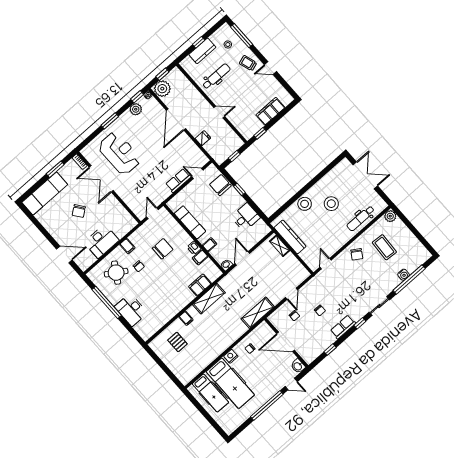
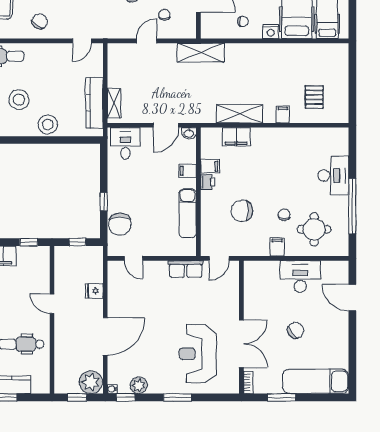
row of seats: (178, 181) -> (186, 269), moved
desk: (246, 217) -> (125, 143), moved, turned 90
round table: (116, 273) -> (314, 229), turned -32

